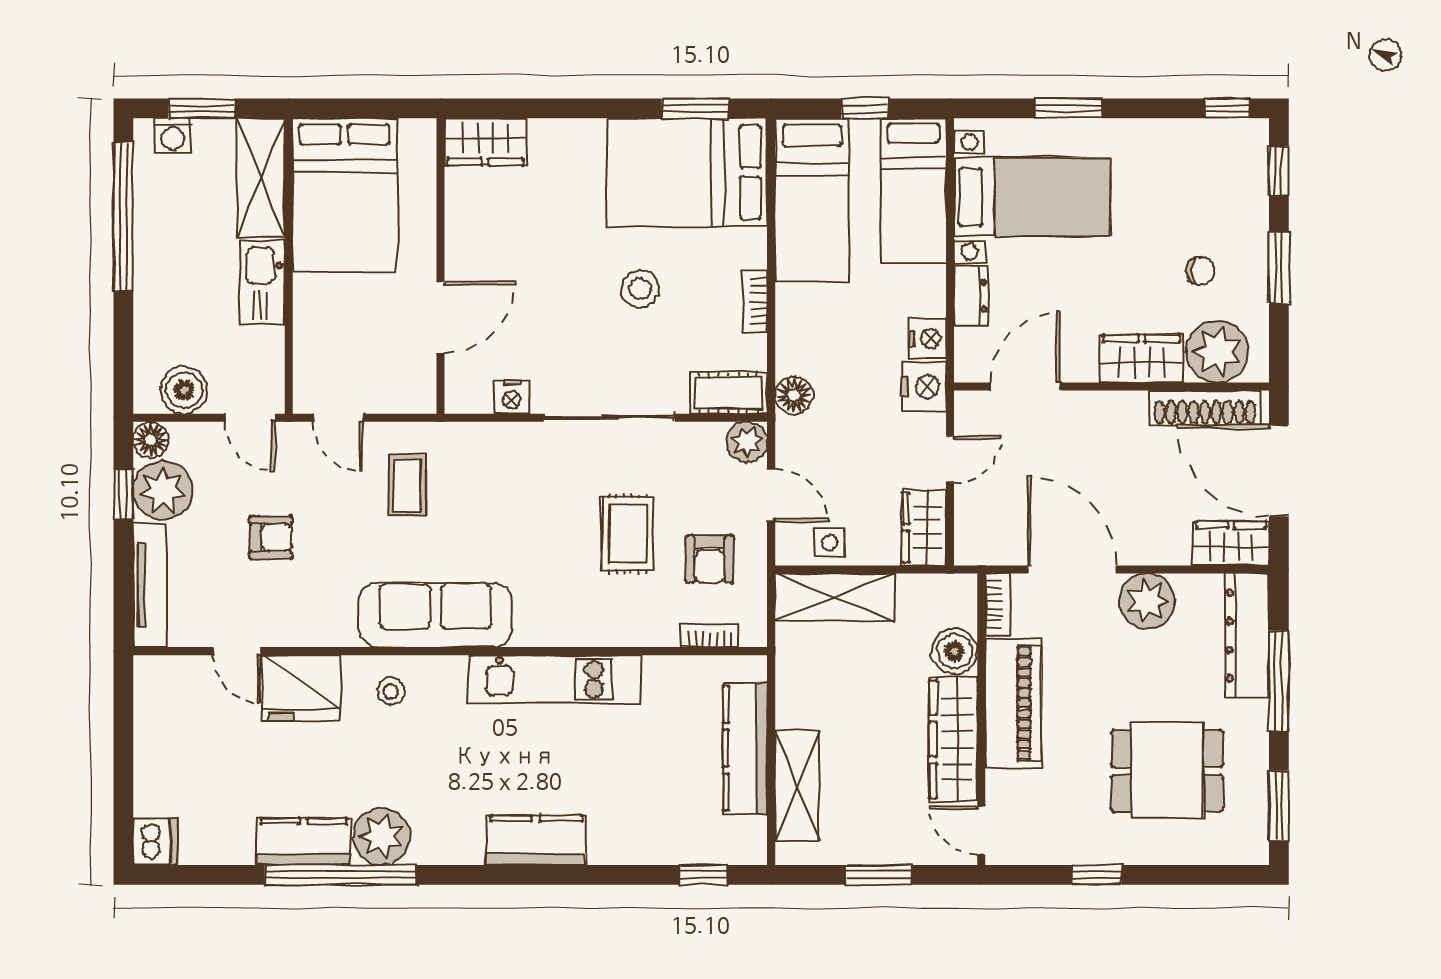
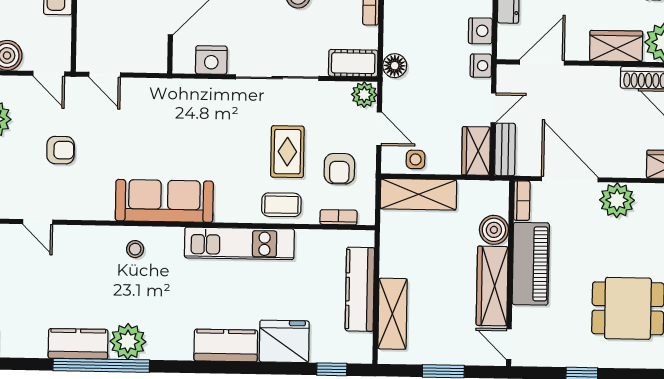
nightstand: (924, 387) -> (481, 66), width x0.74, depth x0.75
nightstand: (512, 397) -> (211, 60), width x1.36, depth x1.33
coffee table: (407, 485) -> (281, 205), moved, turned 90
bench: (970, 524) -> (505, 149), added
fridge: (301, 688) -> (284, 341), moved, turned 180

